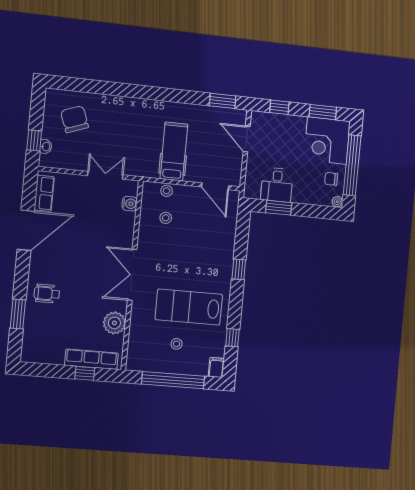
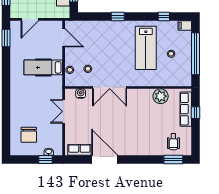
chair: (74, 119) -> (29, 135), turned -70
door: (215, 186) -> (64, 38), hinge flipped
double door: (132, 275) -> (110, 87), moved
wheelchair: (47, 294) -> (173, 142), moved
window: (18, 314) -> (173, 160), moved

